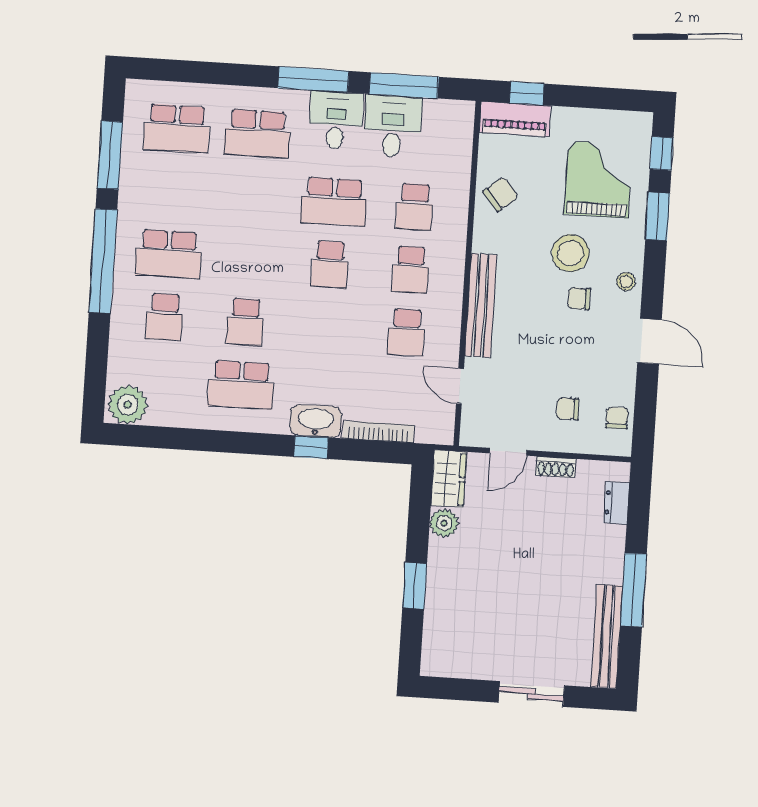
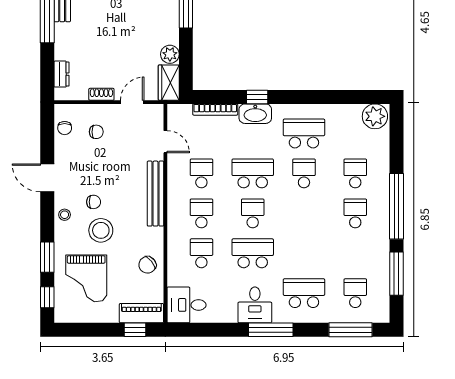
window: (404, 85) -> (351, 330), moved
desk: (393, 126) -> (186, 305), moved, turned 90
school desk: (177, 128) -> (355, 293), width x0.54
school desk: (169, 254) -> (355, 213), width x0.54
school desk: (326, 327) -> (253, 173), added

